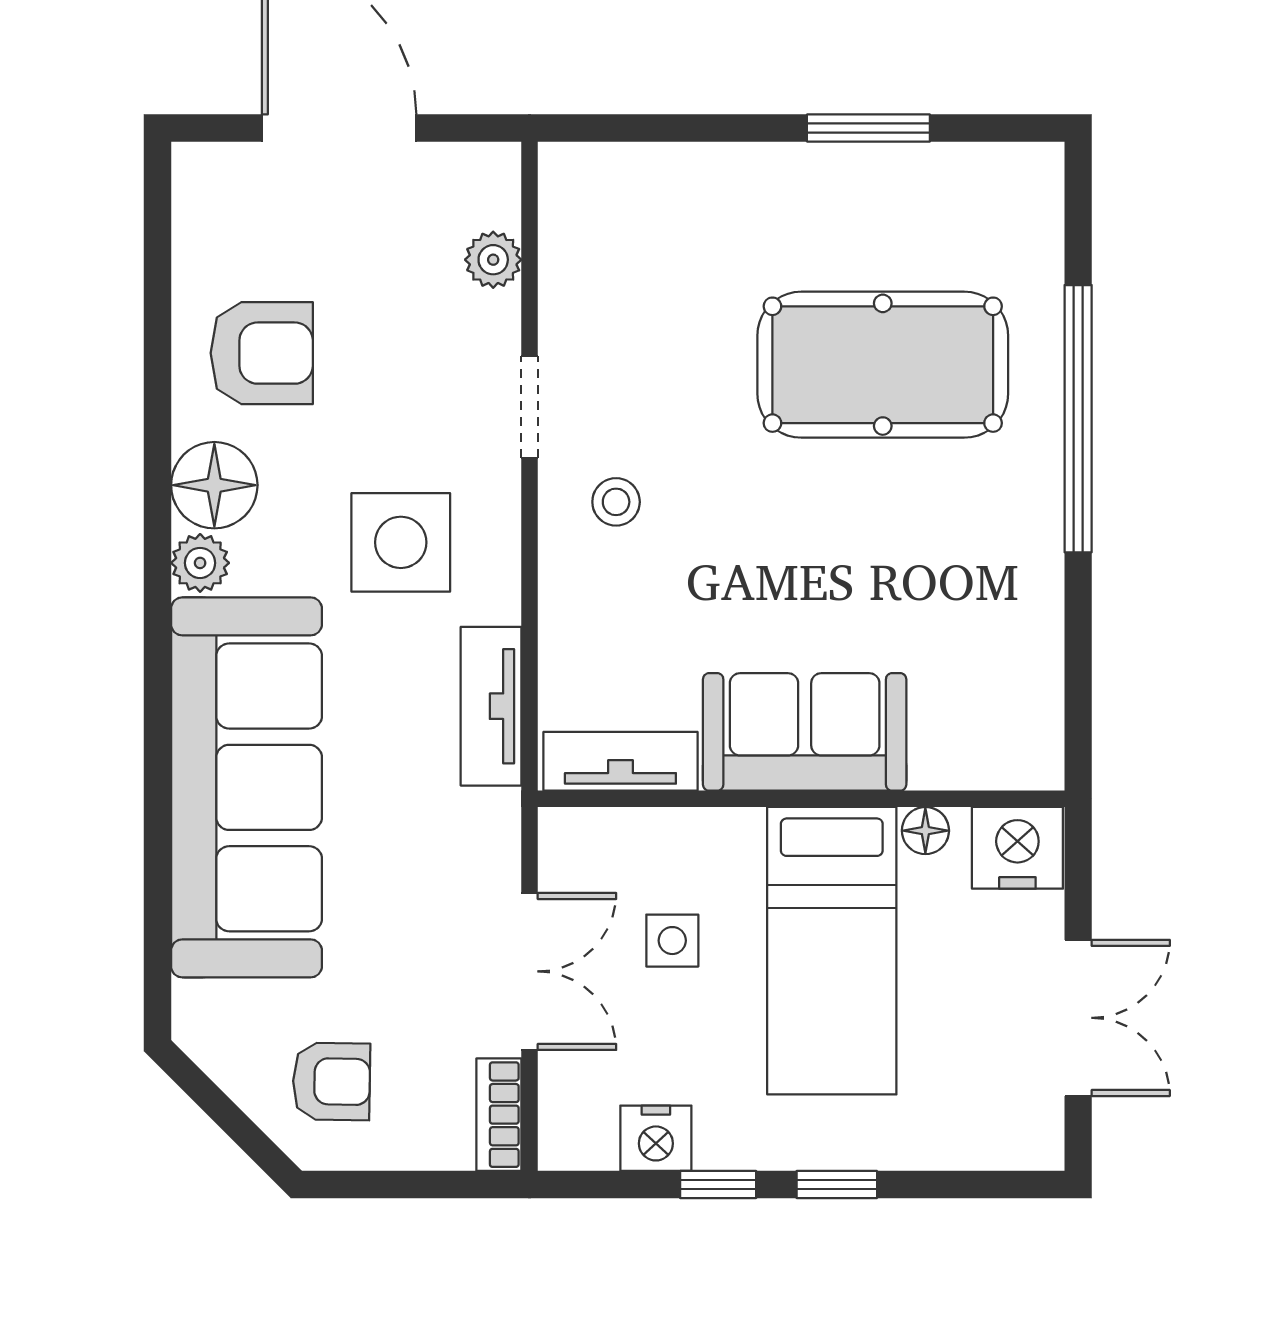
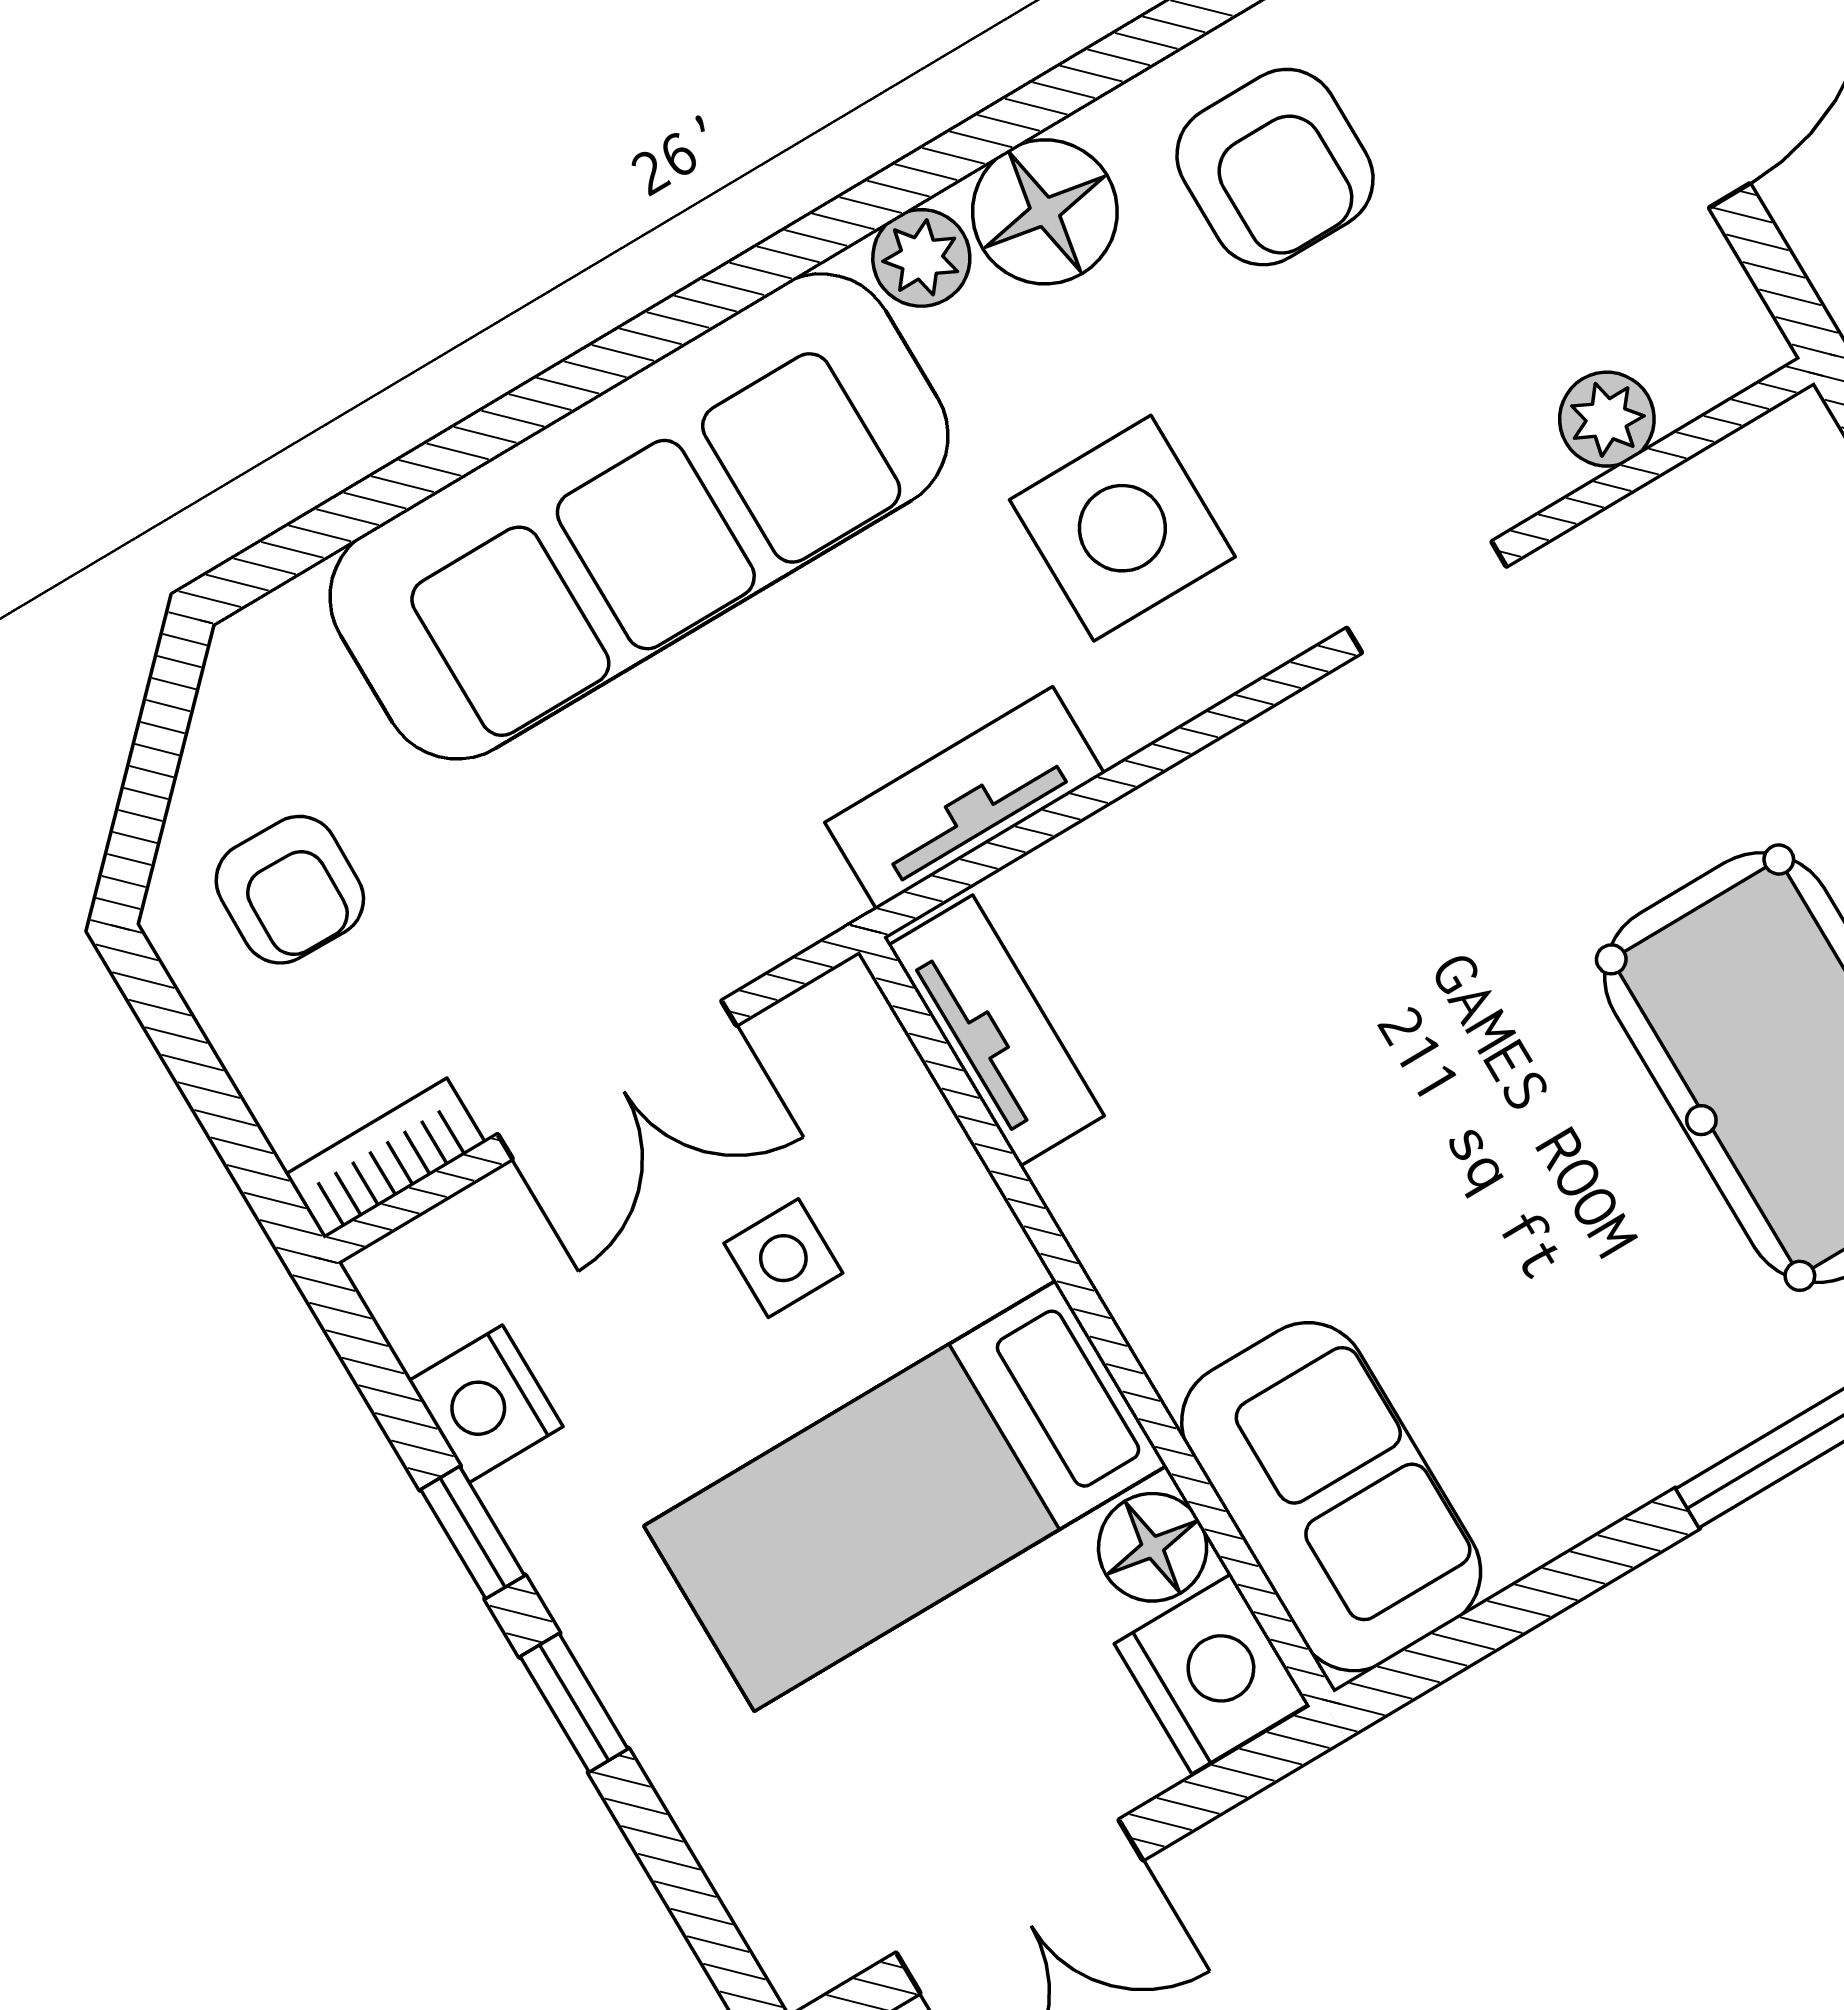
stool: (616, 502) -> (1365, 802), removed
sofa: (805, 732) -> (1331, 1497), moved
floor lamp: (925, 831) -> (1153, 1547), width x1.37, depth x1.37

